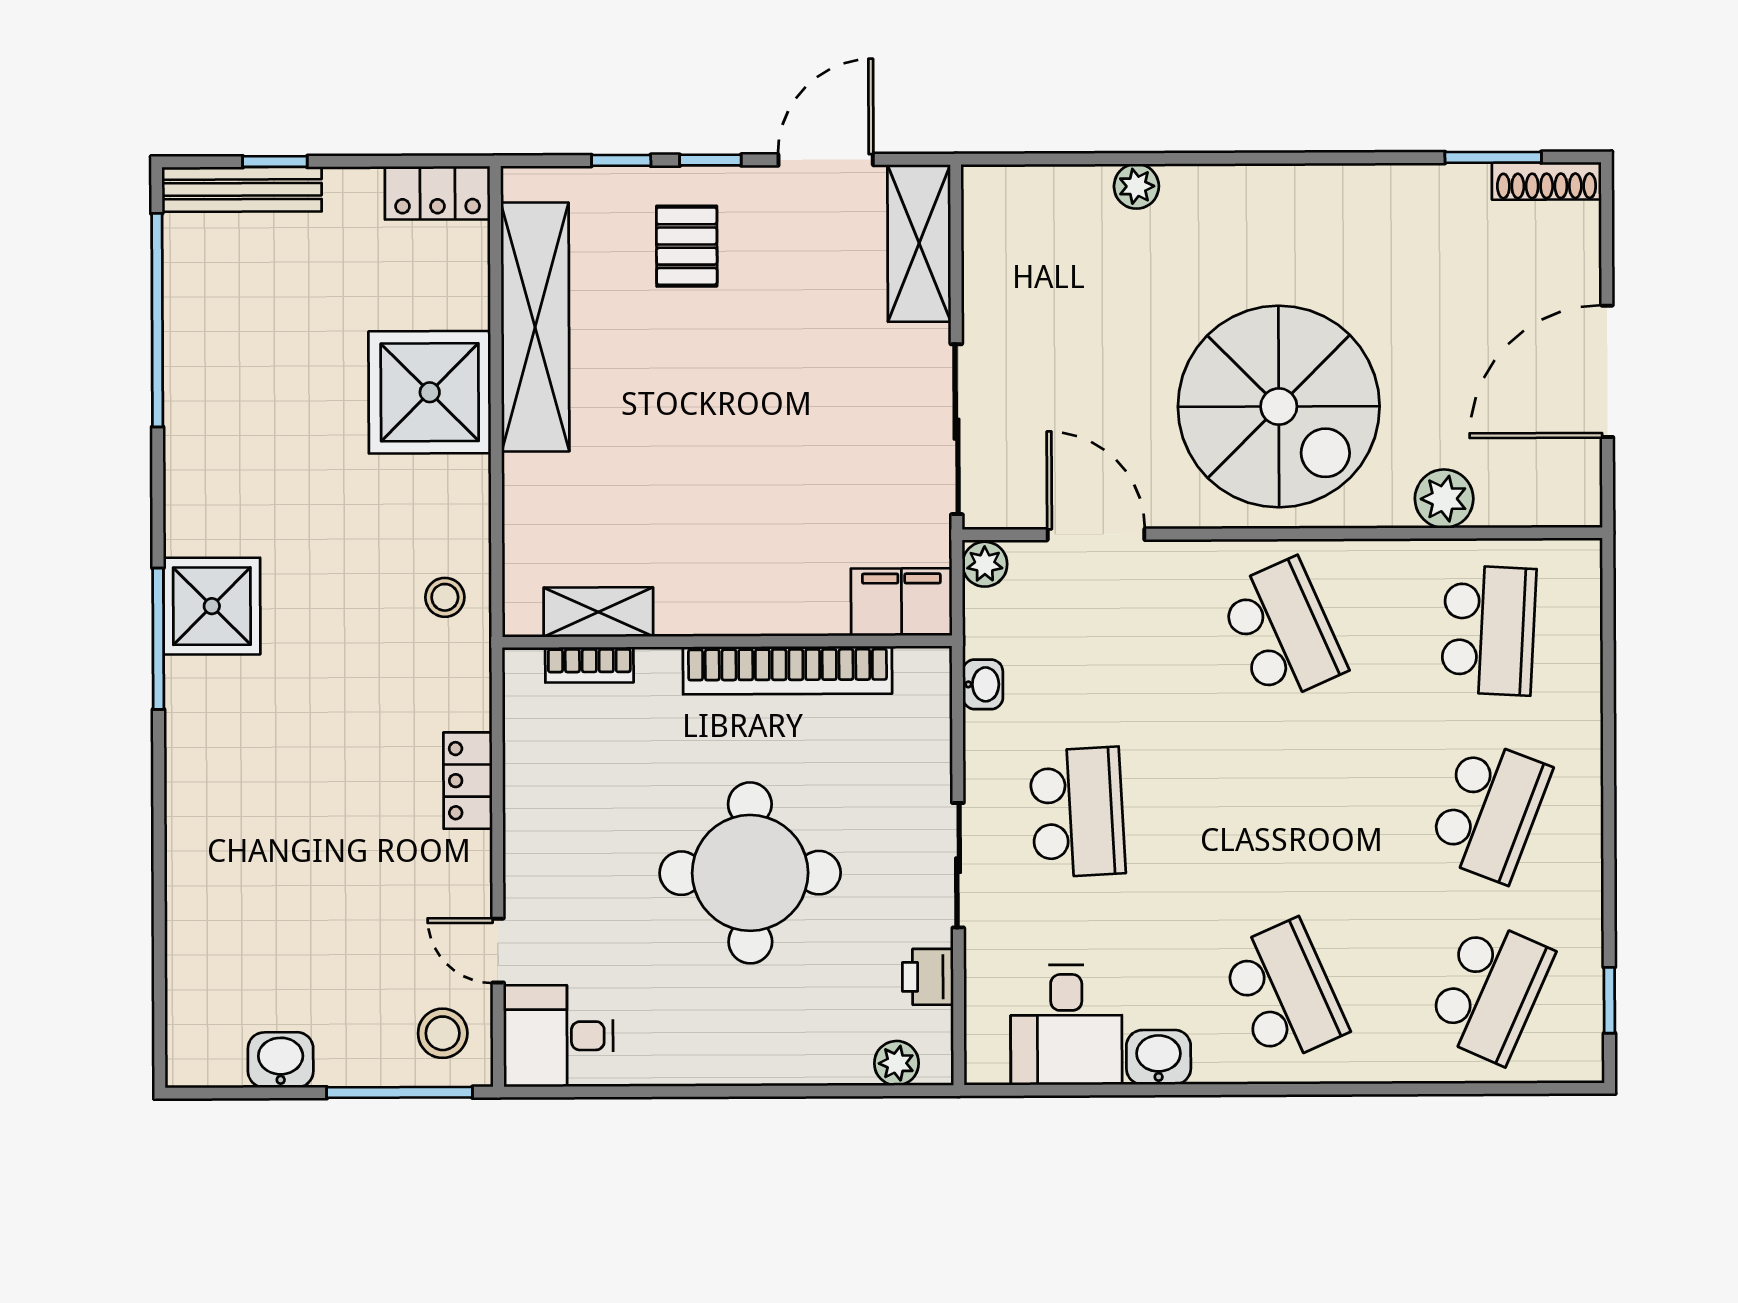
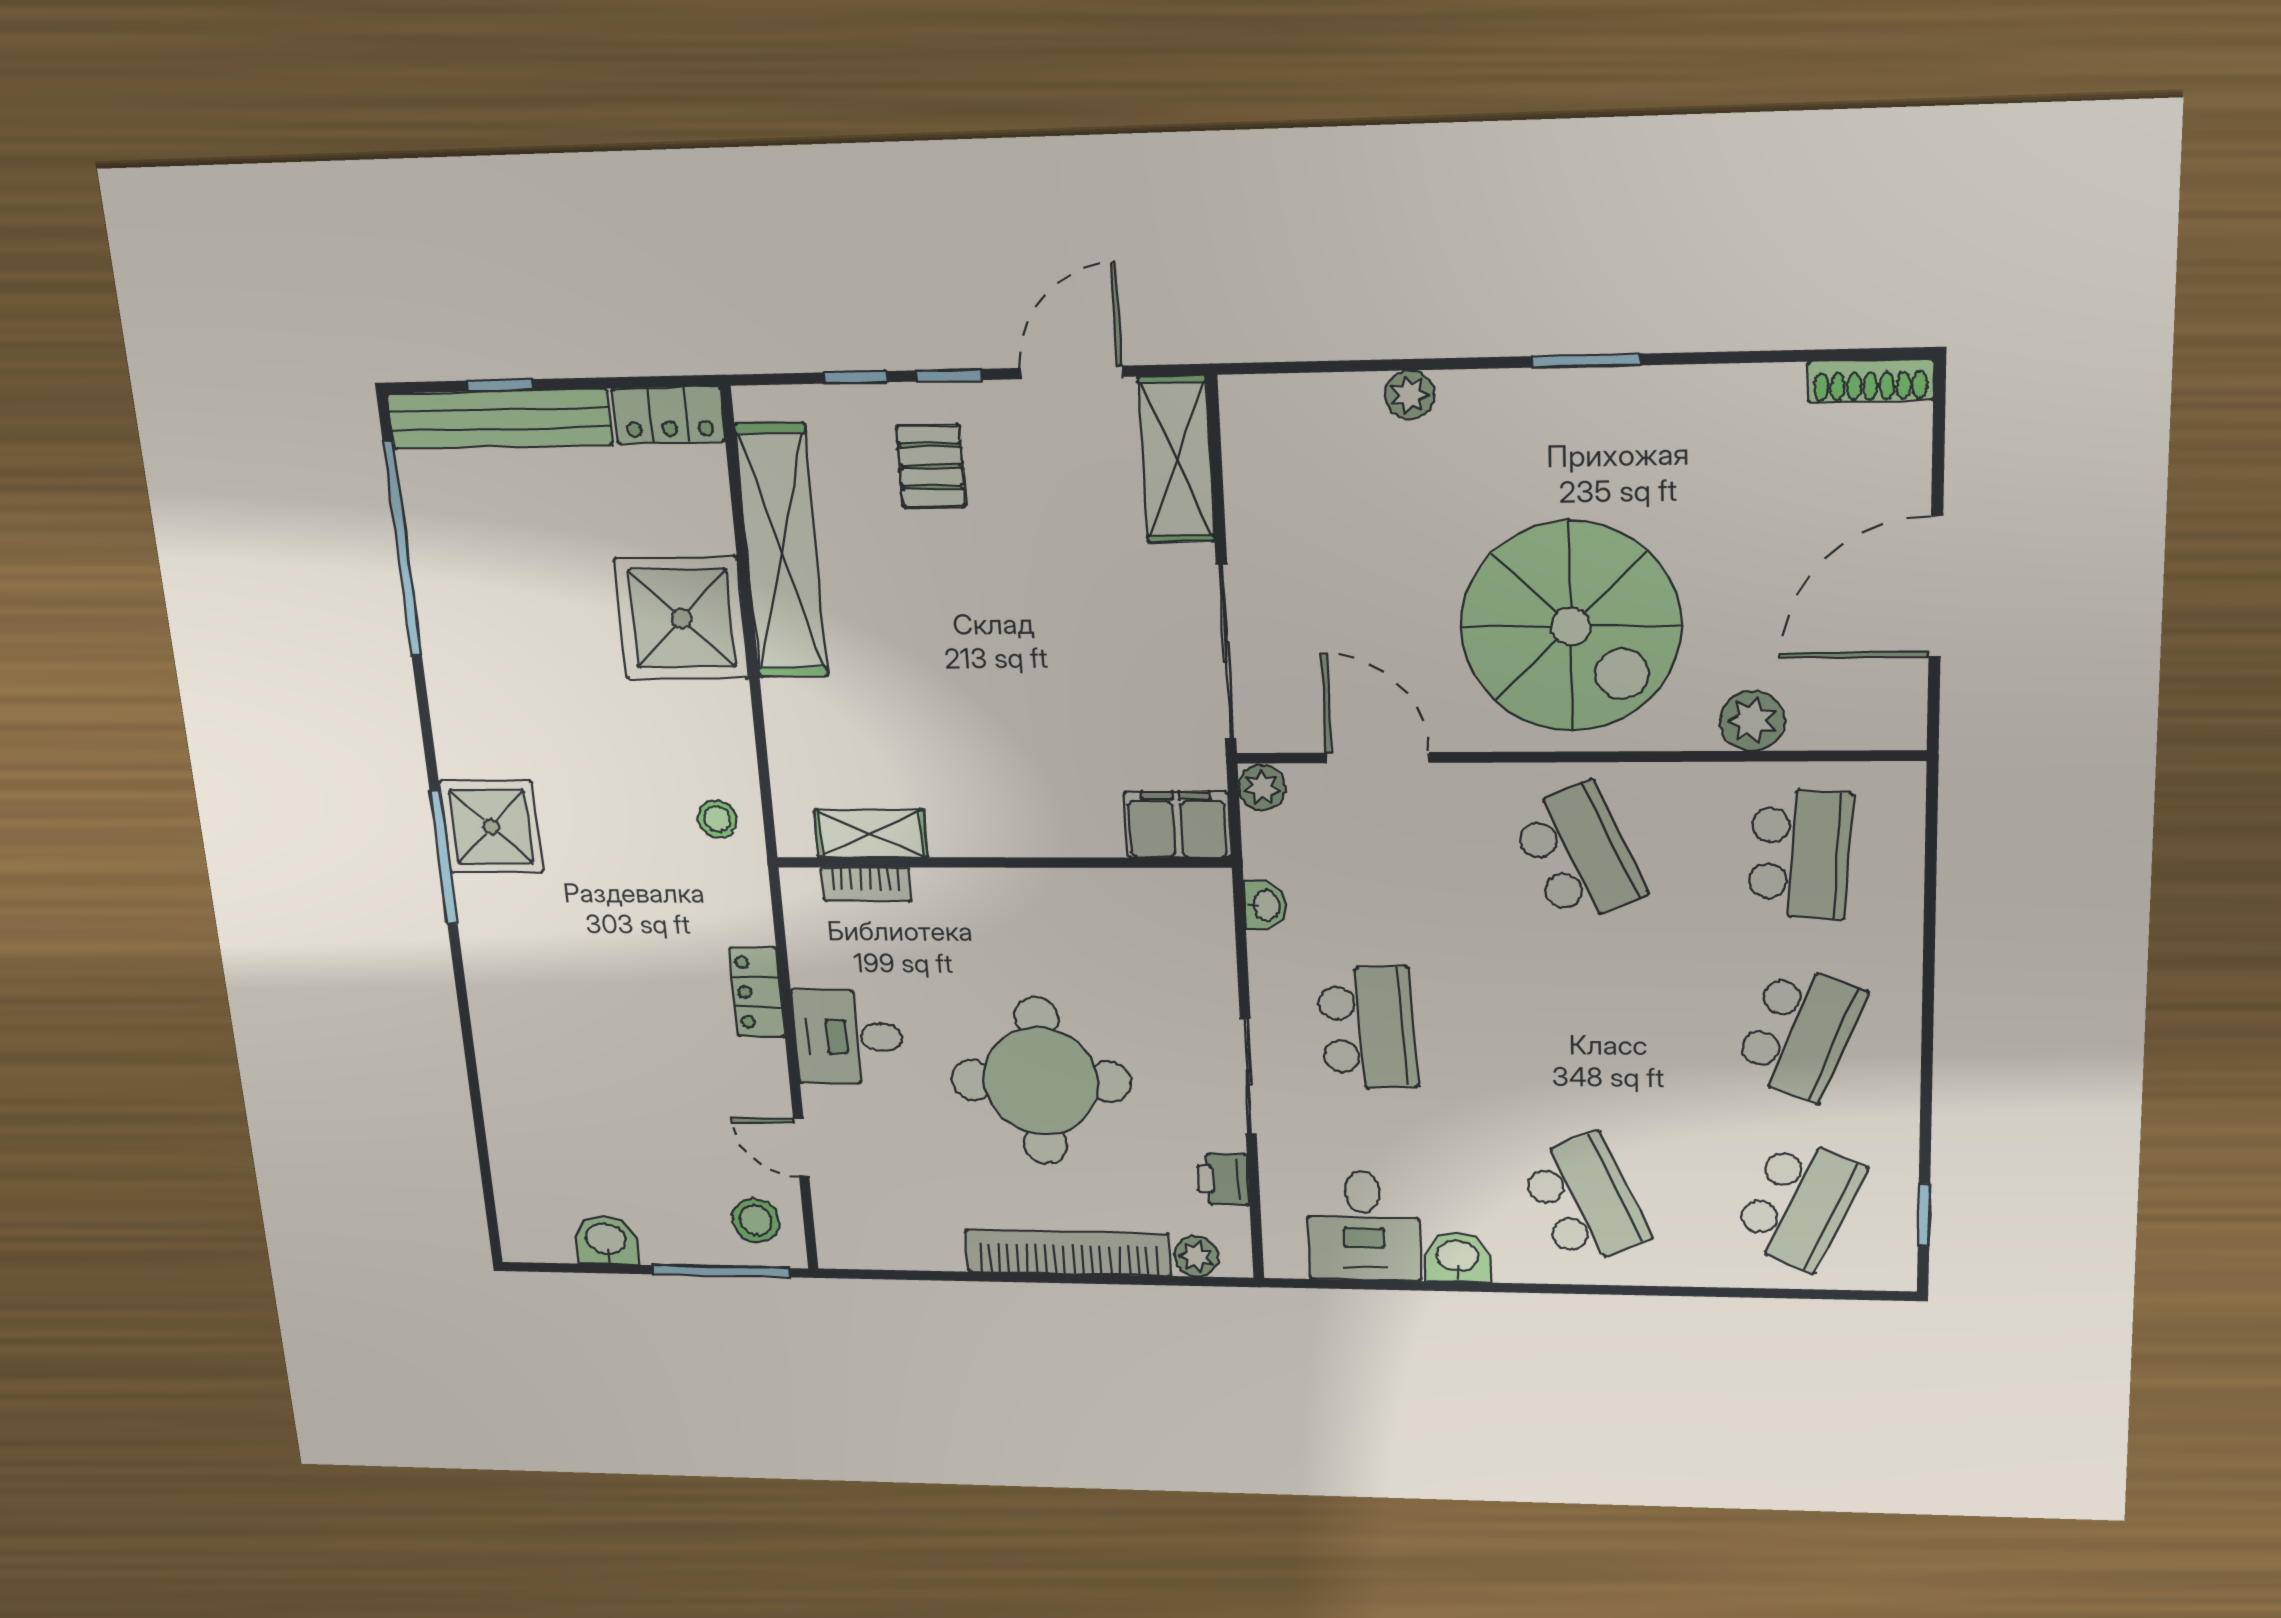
window: (1493, 157) -> (1586, 361), moved
bench: (242, 189) -> (500, 419), width x1.37, depth x1.21
bookcase: (788, 670) -> (1068, 1253), moved, turned 180
desk: (558, 1036) -> (848, 1037), moved

